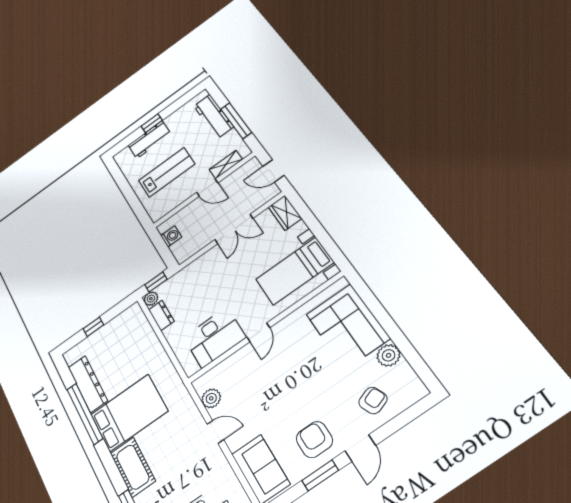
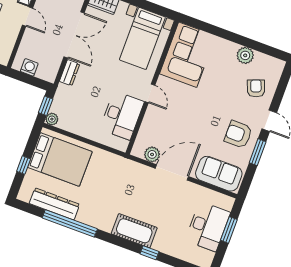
door: (207, 188) -> (27, 17), hinge flipped
double door: (234, 229) -> (74, 35), width x1.37
dresser: (161, 315) -> (70, 73), moved, turned 90
corner sofa: (348, 326) -> (188, 55), moved, turned -90
bed: (129, 413) -> (60, 159), moved, turned 90
door: (215, 432) -> (172, 172), width x1.87

